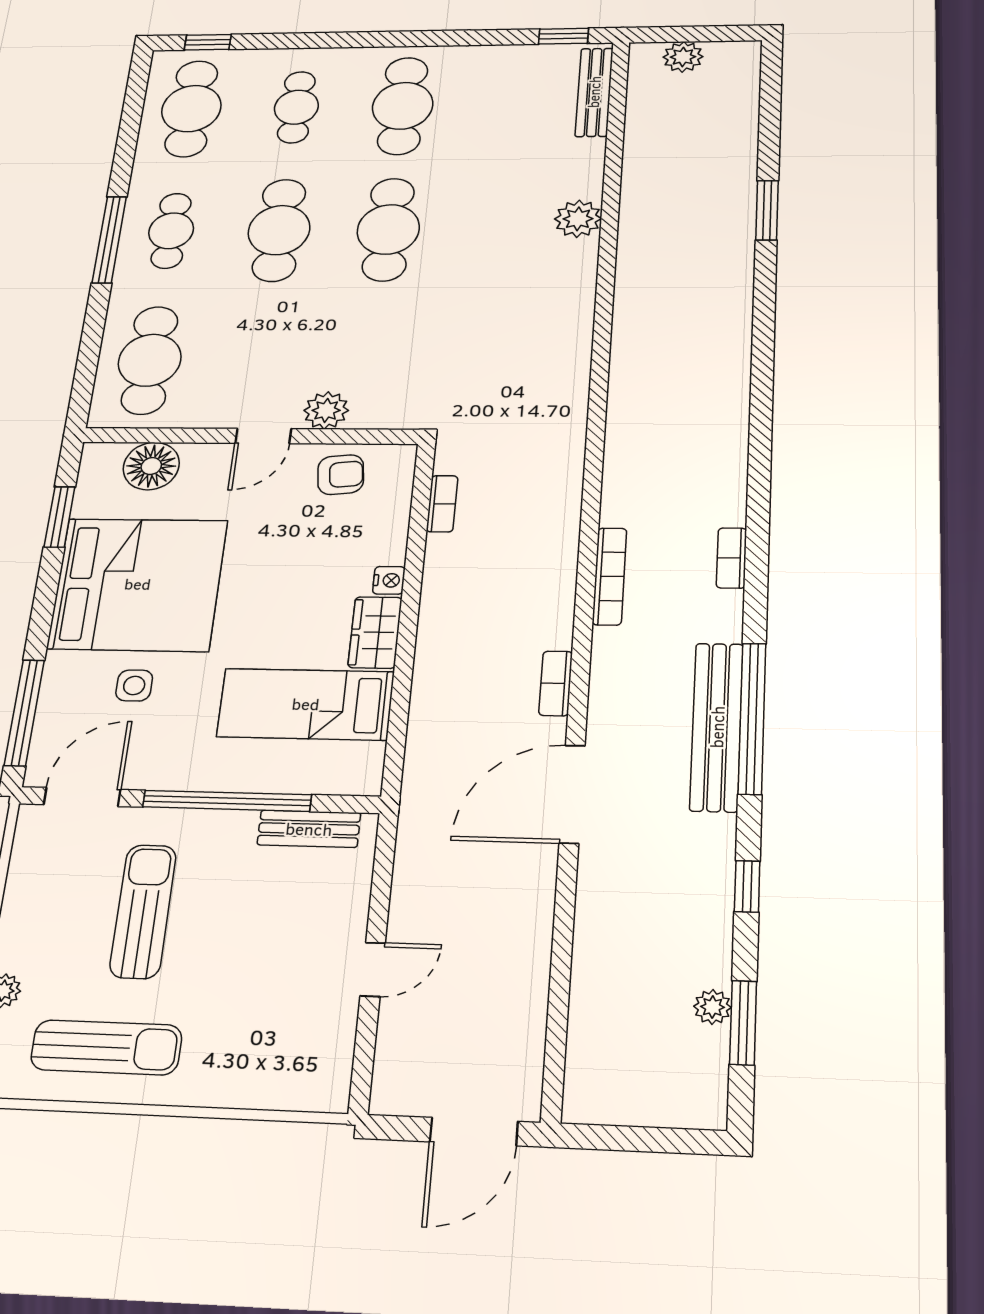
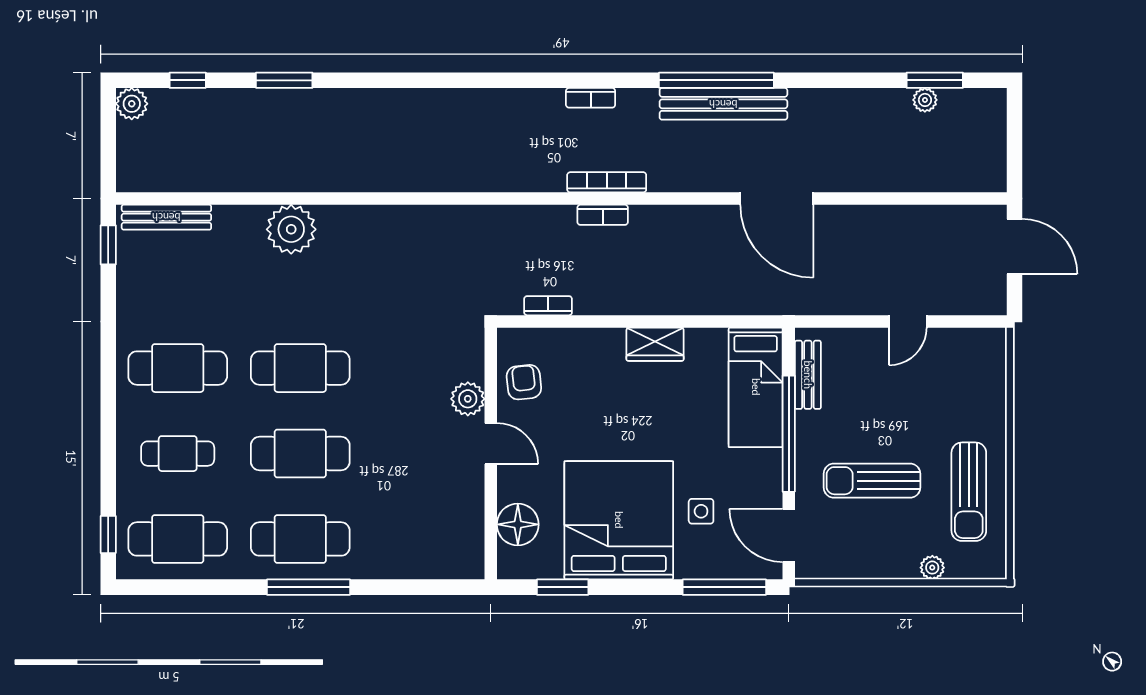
plant: (683, 57) -> (132, 104), moved
plant: (578, 219) -> (291, 229), width x1.36, depth x1.36
cafe table: (171, 231) -> (300, 539), width x1.37, depth x1.35
cafe table: (150, 360) -> (423, 539), removed
nightstand: (389, 580) -> (613, 338), removed
bookcase: (556, 683) -> (603, 215), moved
bed: (306, 704) -> (756, 387), moved
window: (747, 886) -> (188, 80), moved
door: (373, 969) -> (908, 321), swing flipped
sun lounger: (106, 1047) -> (969, 492), turned 180

